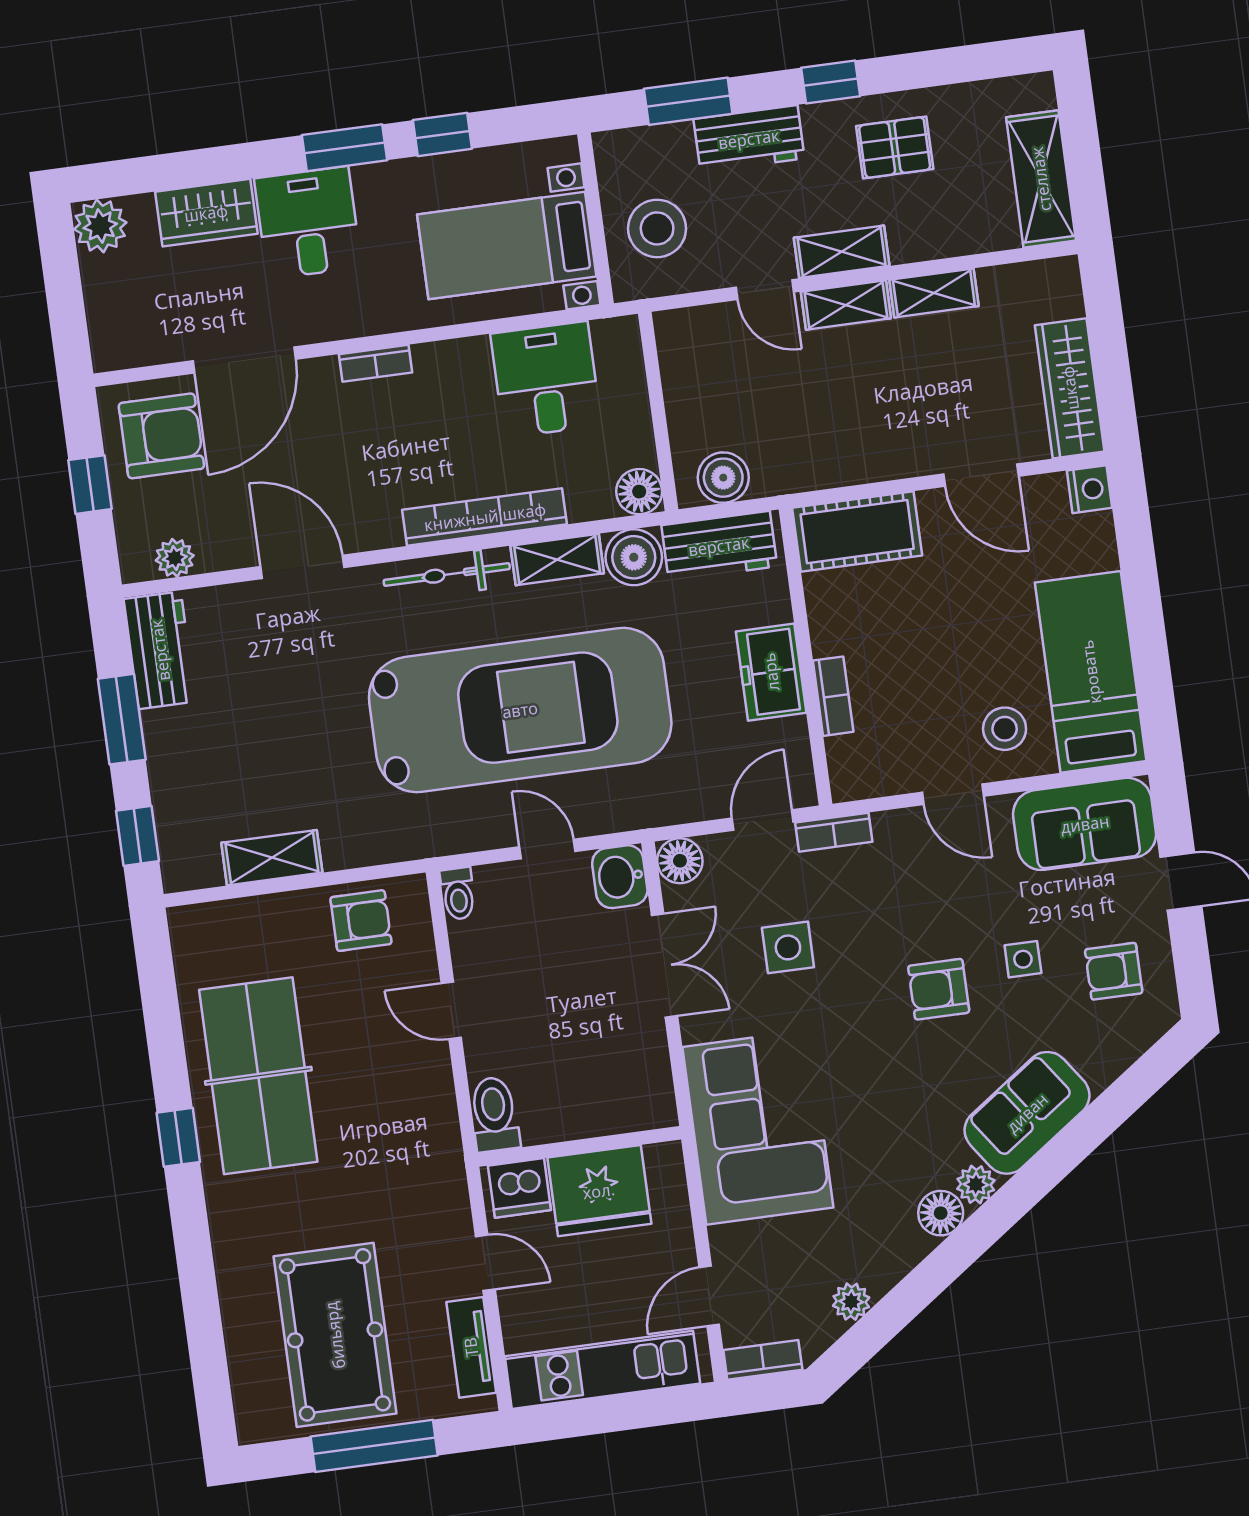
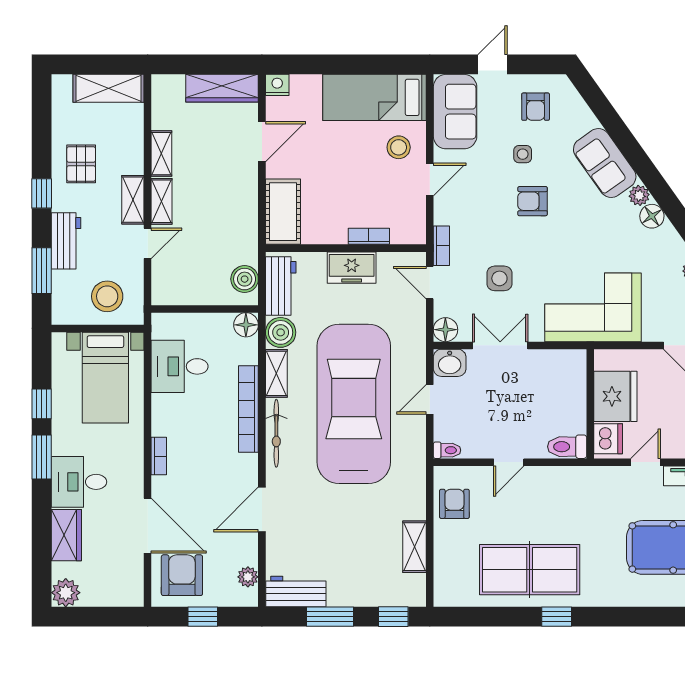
armchair: (939, 989) -> (533, 201), turned 90

